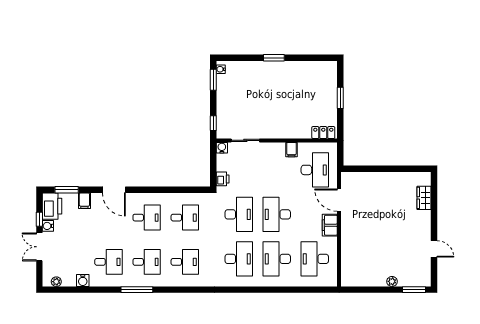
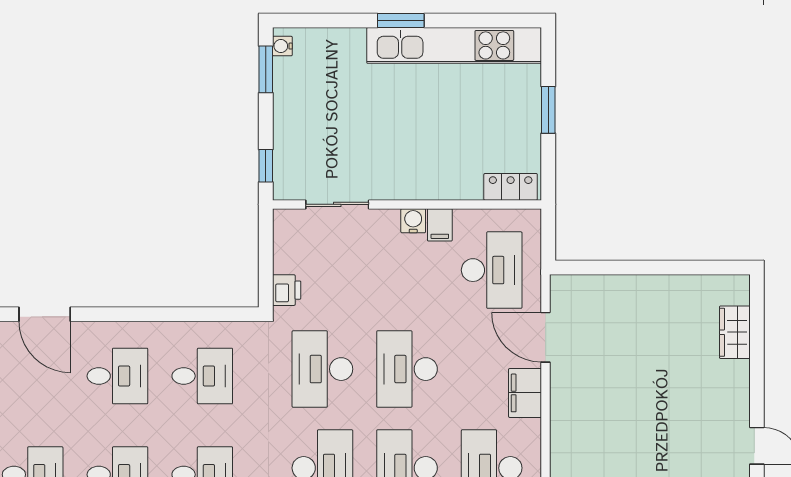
kitchen unit: (298, 69) -> (454, 45), added
water cooler: (222, 148) -> (413, 221), moved
desk: (239, 214) -> (322, 369), turned 180

